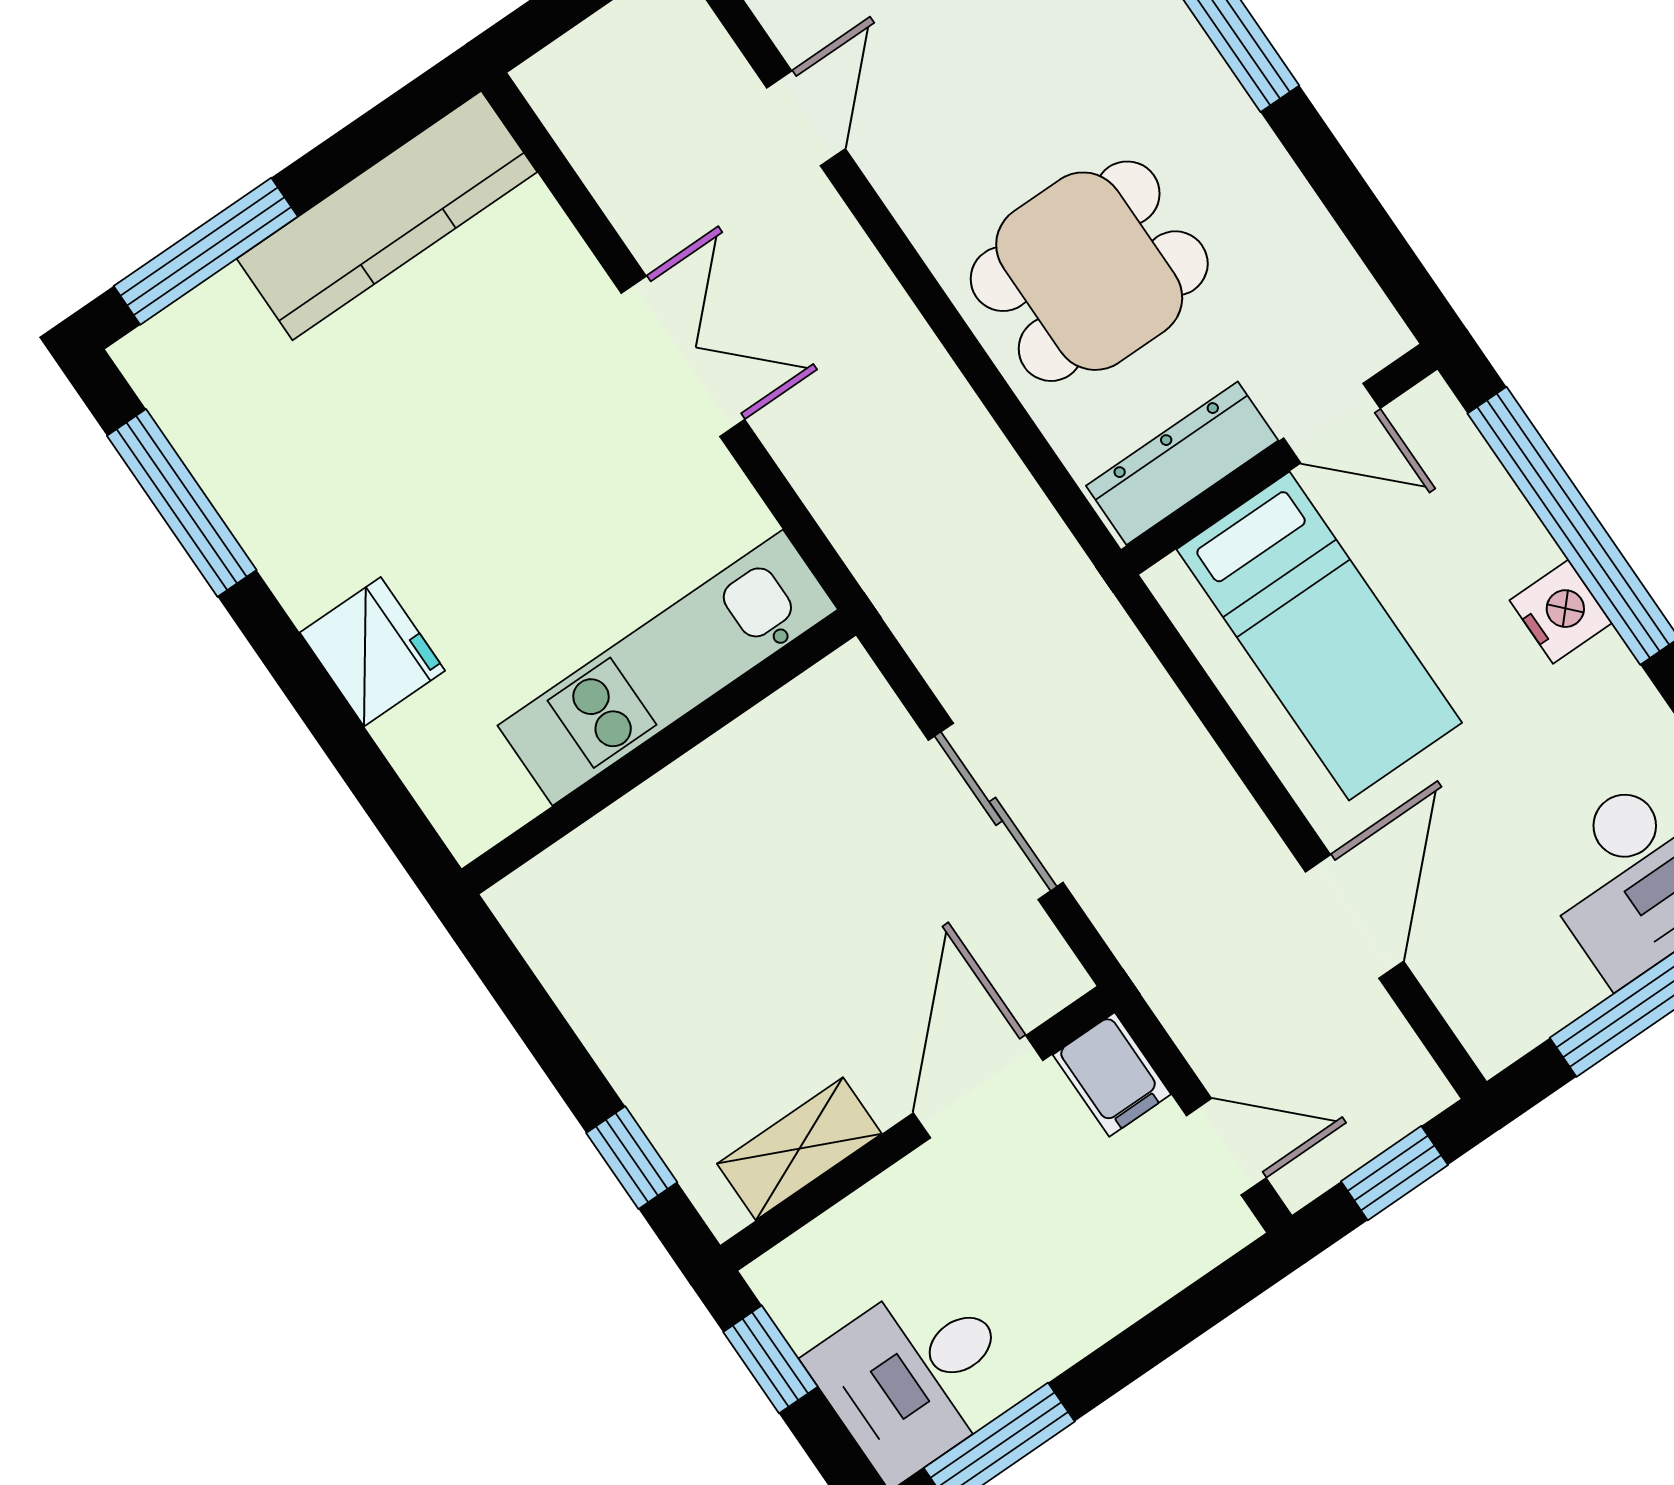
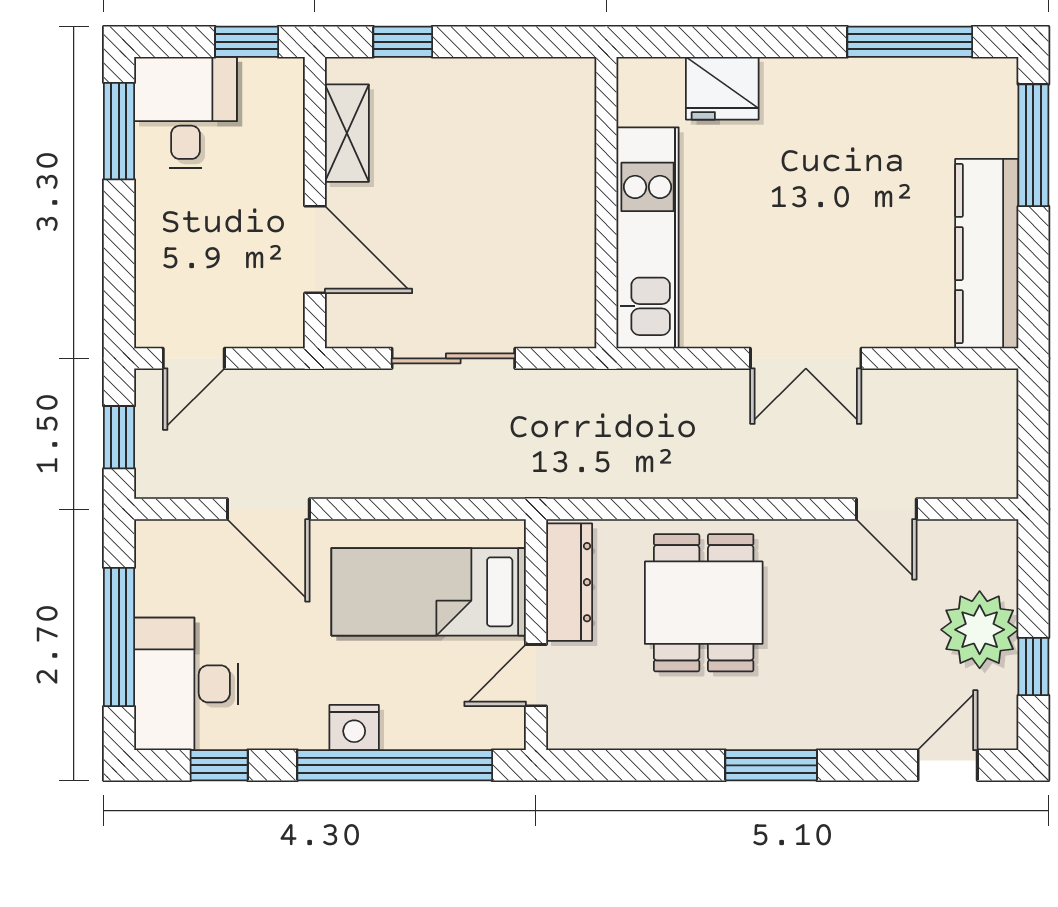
fridge: (372, 652) -> (722, 88), moved
filing cabinet: (1112, 1074) -> (273, 324), removed

